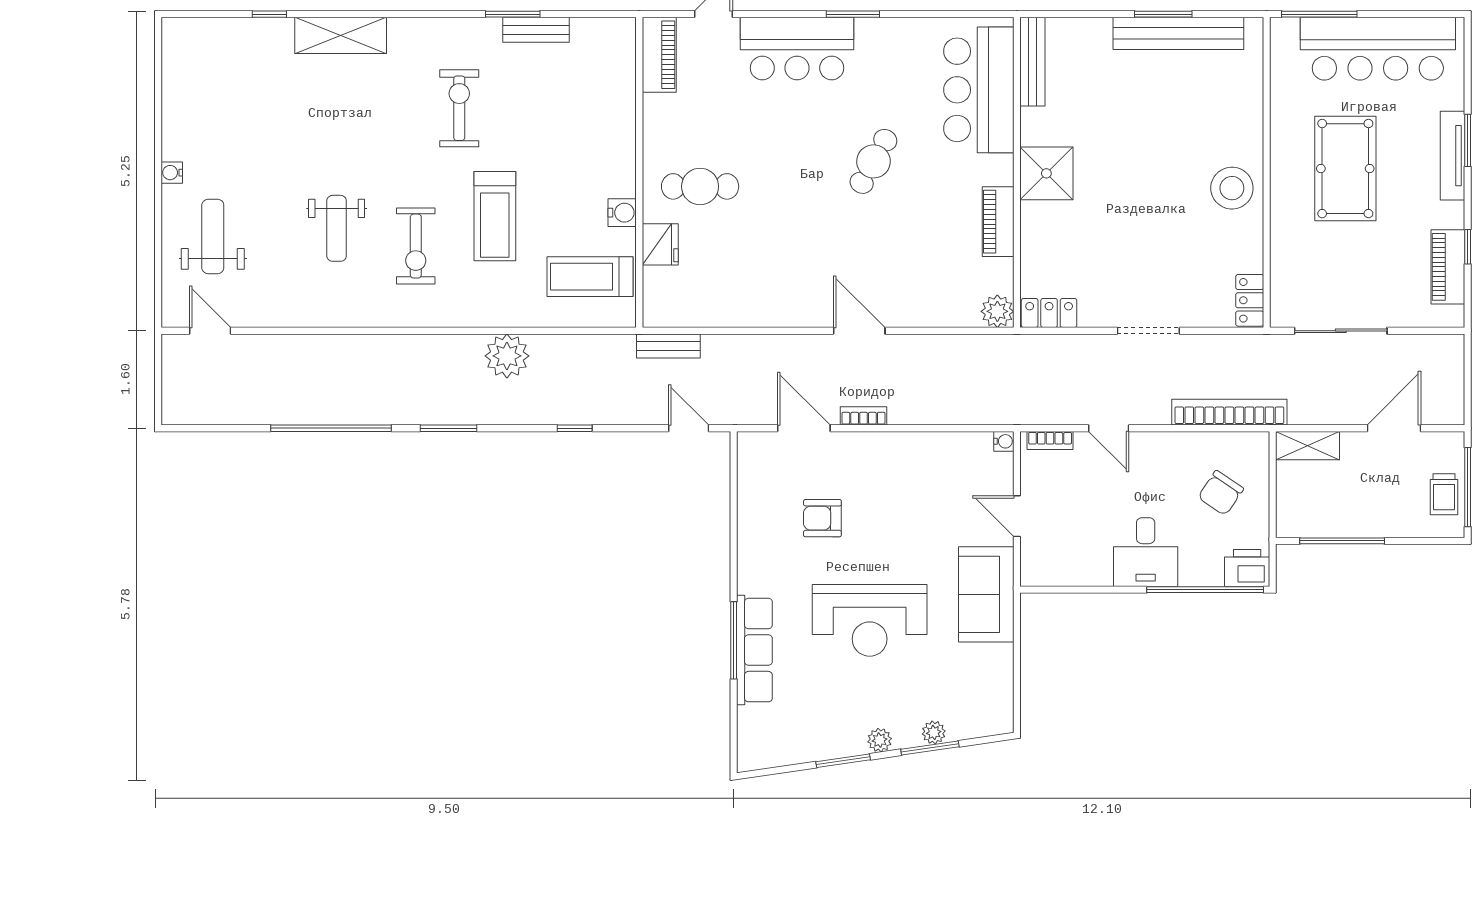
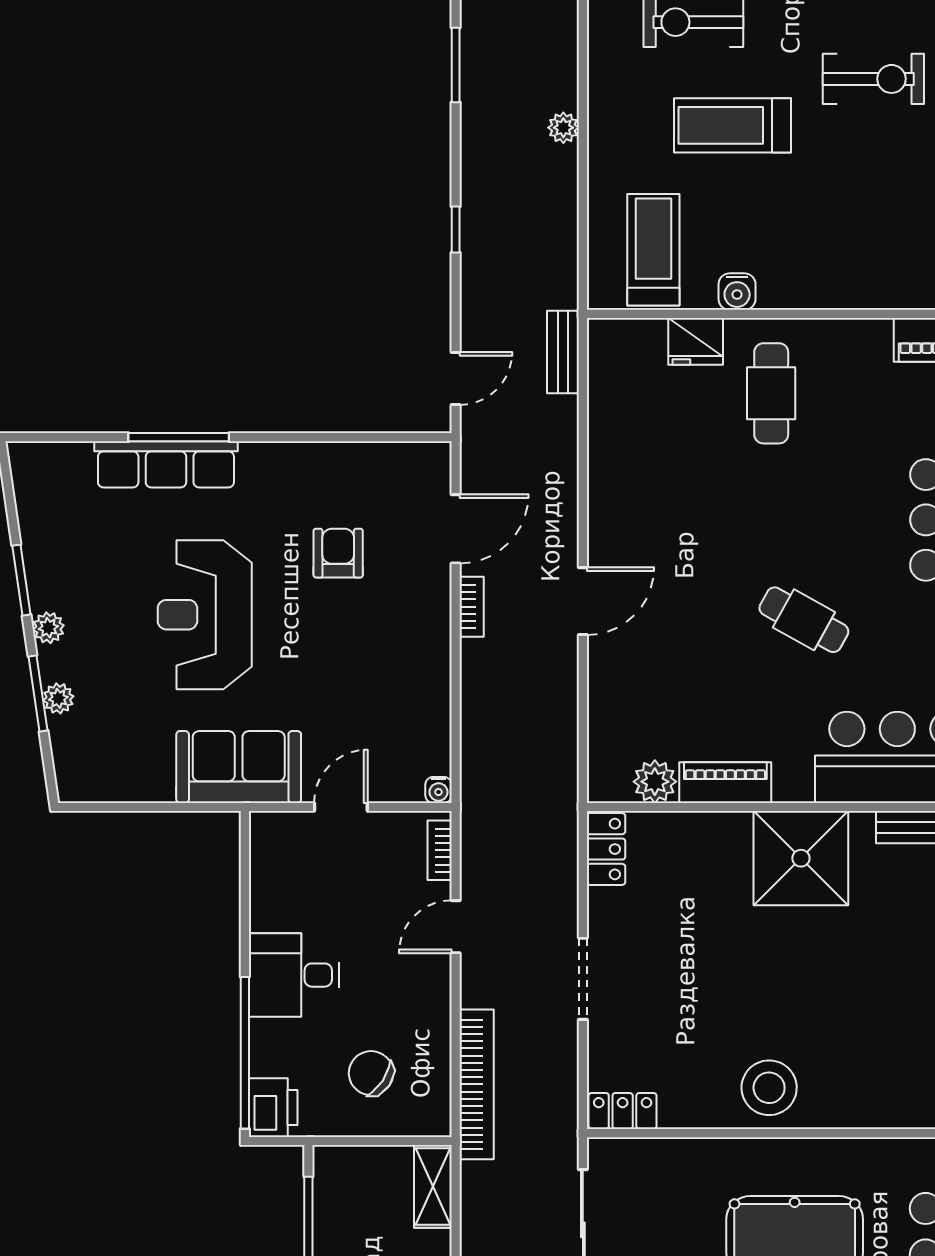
shower: (1046, 173) -> (801, 858), width x1.37, depth x1.37
plant: (997, 311) -> (655, 782), moved
plant: (507, 356) -> (563, 128), width x0.53, depth x0.53

